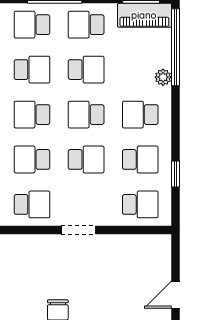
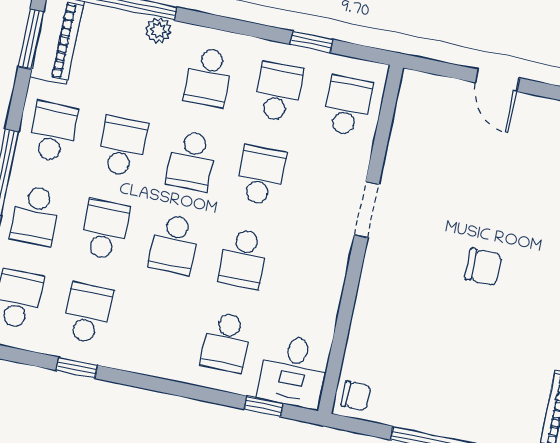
school desk: (86, 25) -> (53, 132), turned 180
school desk: (32, 204) -> (313, 273), removed

